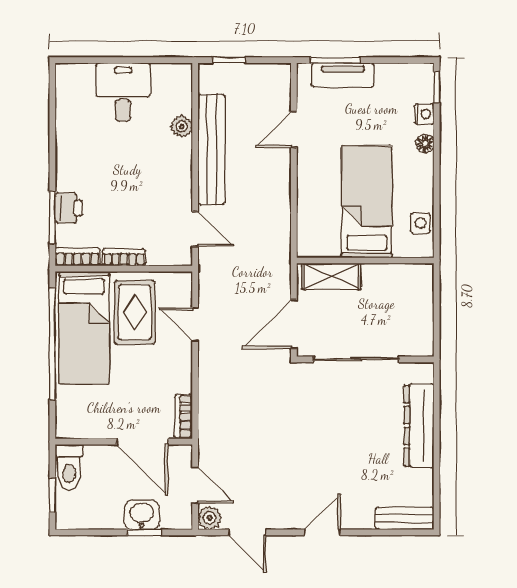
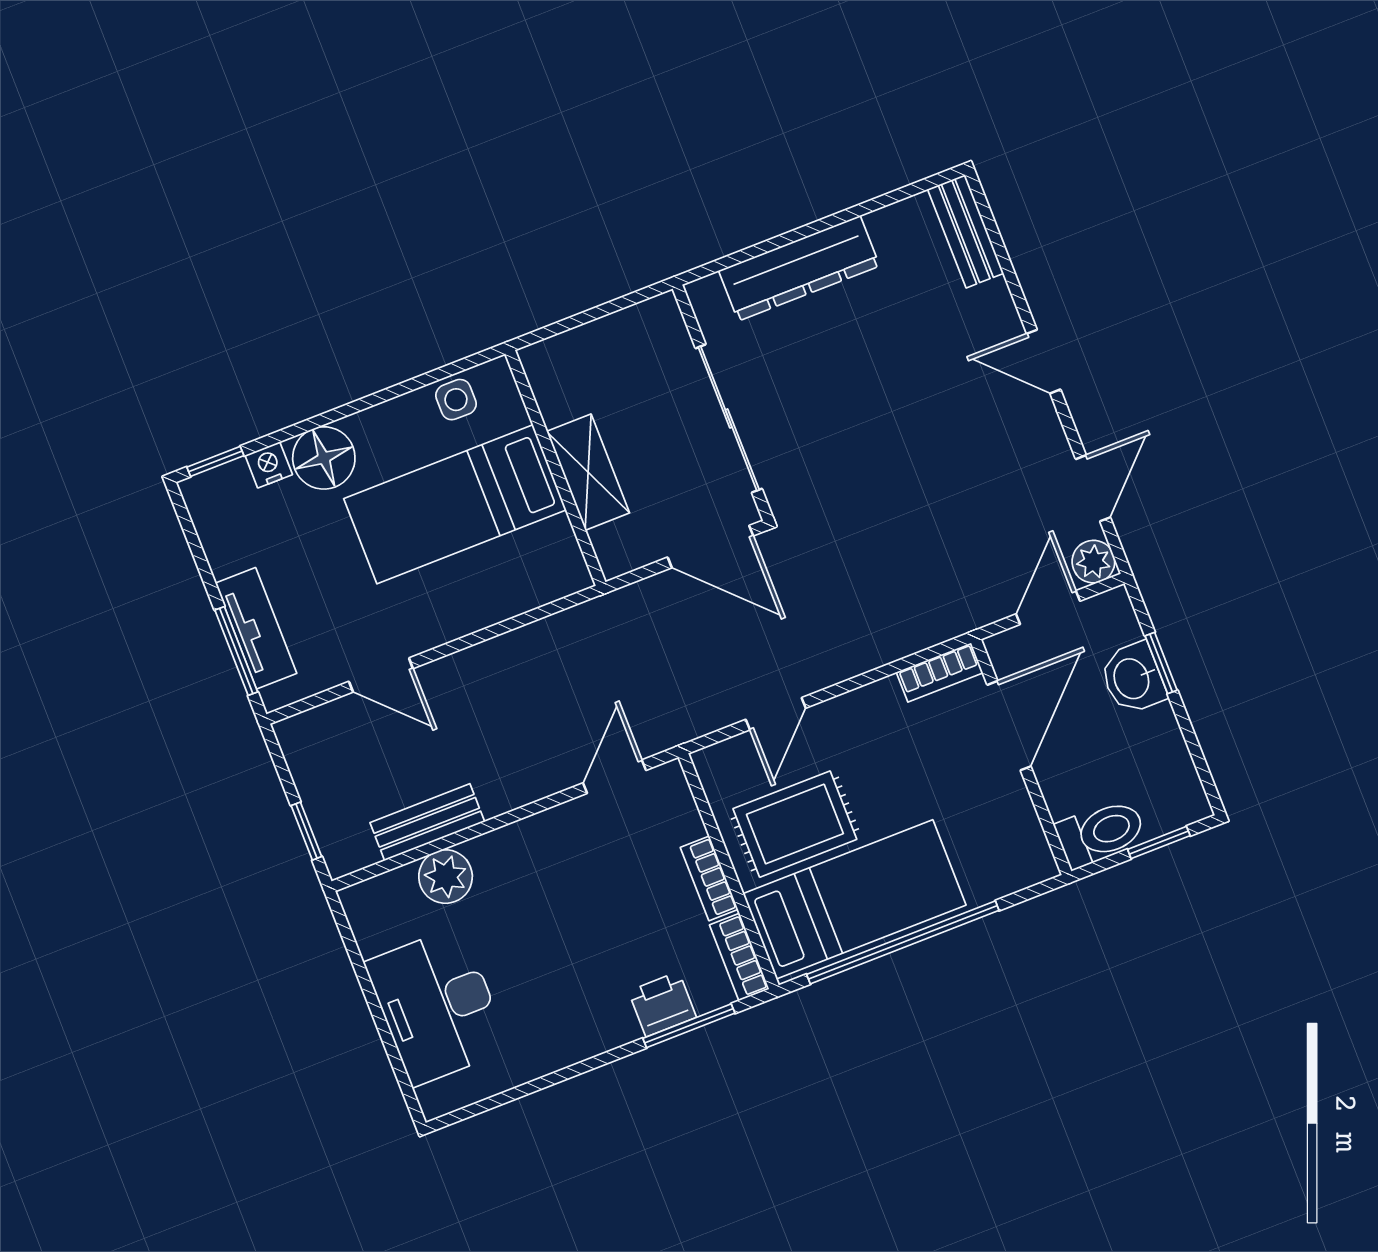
desk: (123, 92) -> (437, 1006), width x1.37
plant: (182, 126) -> (446, 877), width x1.38, depth x1.38
floor lamp: (425, 144) -> (324, 458), width x1.89, depth x1.89
bench: (212, 149) -> (427, 822), width x0.54, depth x0.82
shelving: (331, 276) -> (588, 472), moved

